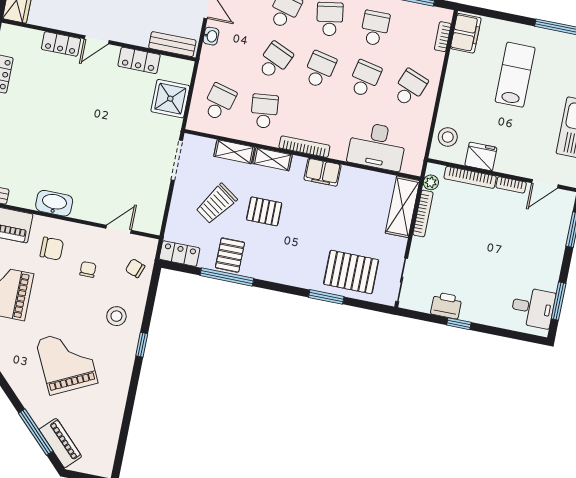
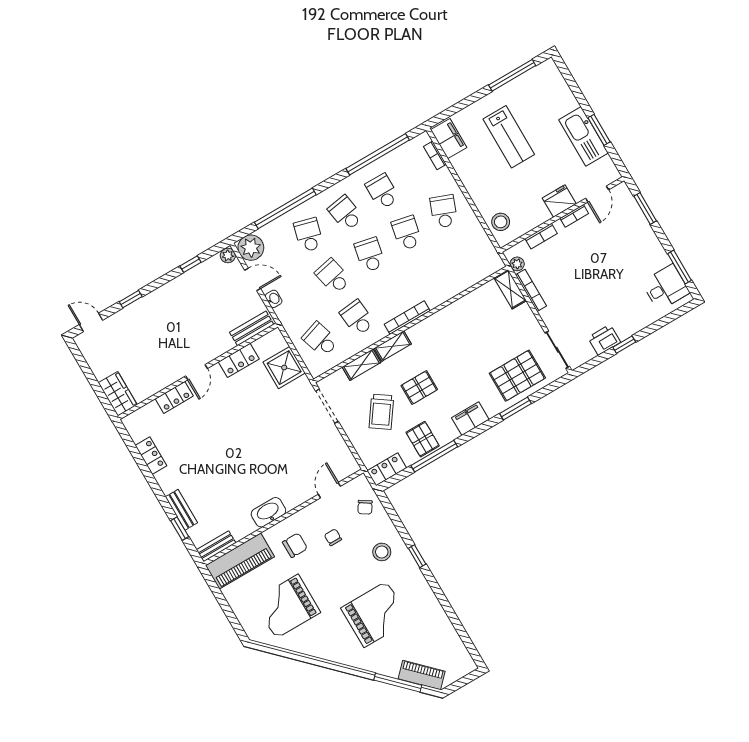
school desk: (275, 61) -> (333, 276), turned -36
lab bench: (515, 75) -> (509, 137), turned 180
school desk: (219, 102) -> (320, 340), turned -33
desk: (377, 146) -> (457, 272), removed
fridge: (481, 156) -> (559, 201), moved
filing cabinet: (323, 172) -> (470, 419), moved, turned 180
bookcase: (470, 177) -> (541, 236), width x0.64
shelving: (402, 207) -> (510, 289), width x0.67, depth x0.75
chair: (135, 268) -> (365, 507), turned -77
grand piano: (67, 361) -> (375, 614), turned 116

